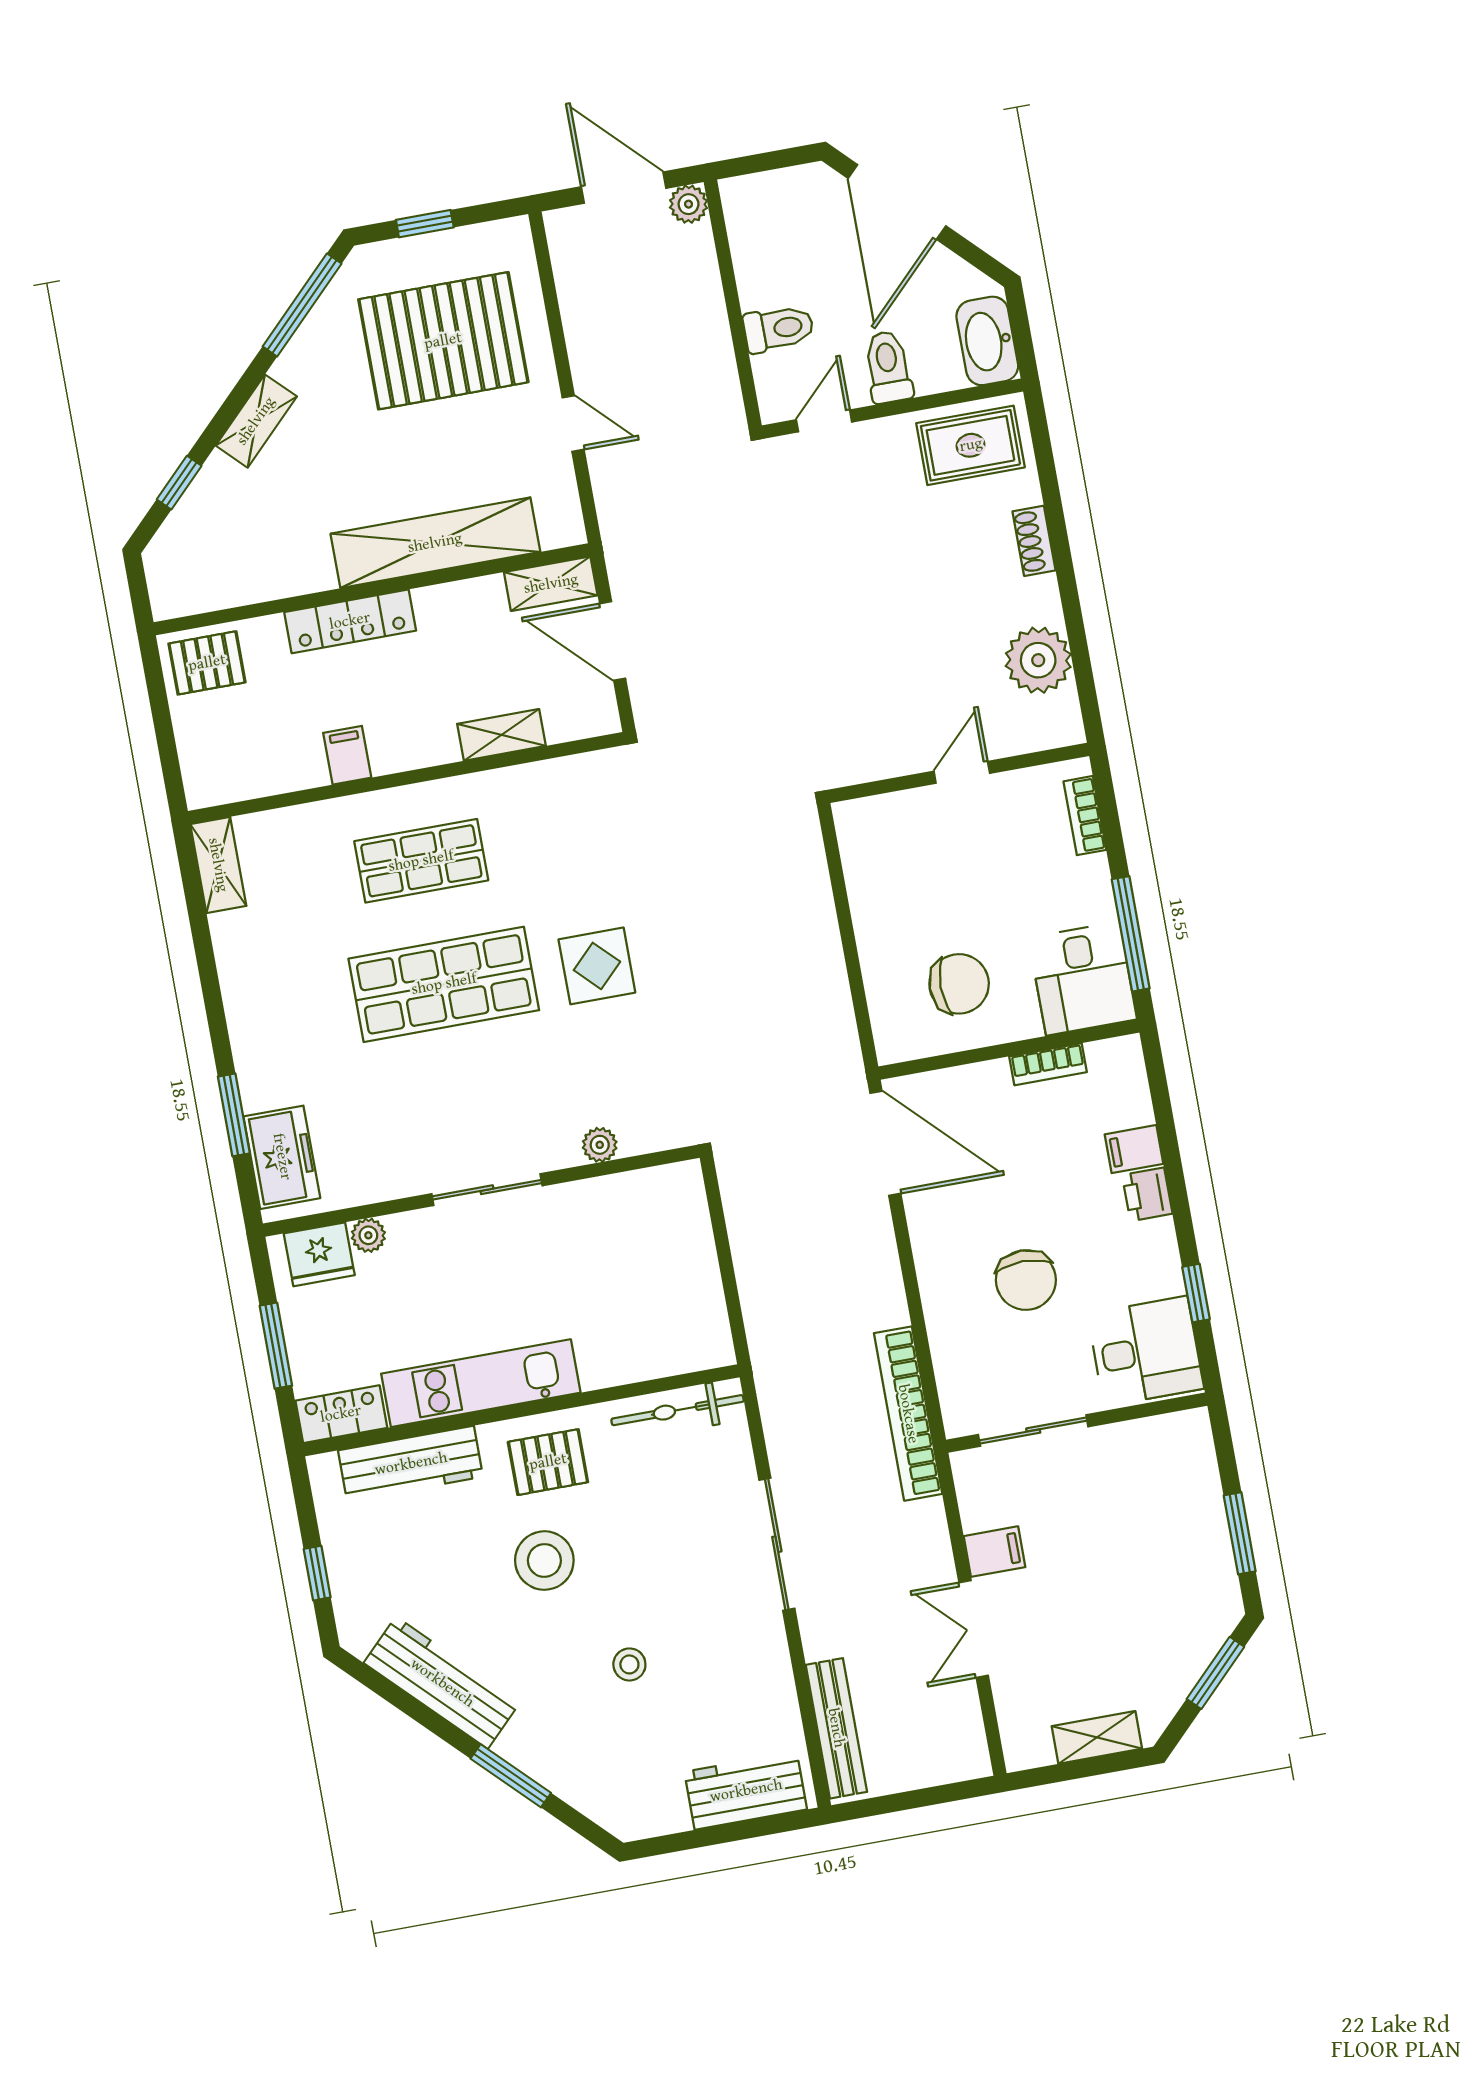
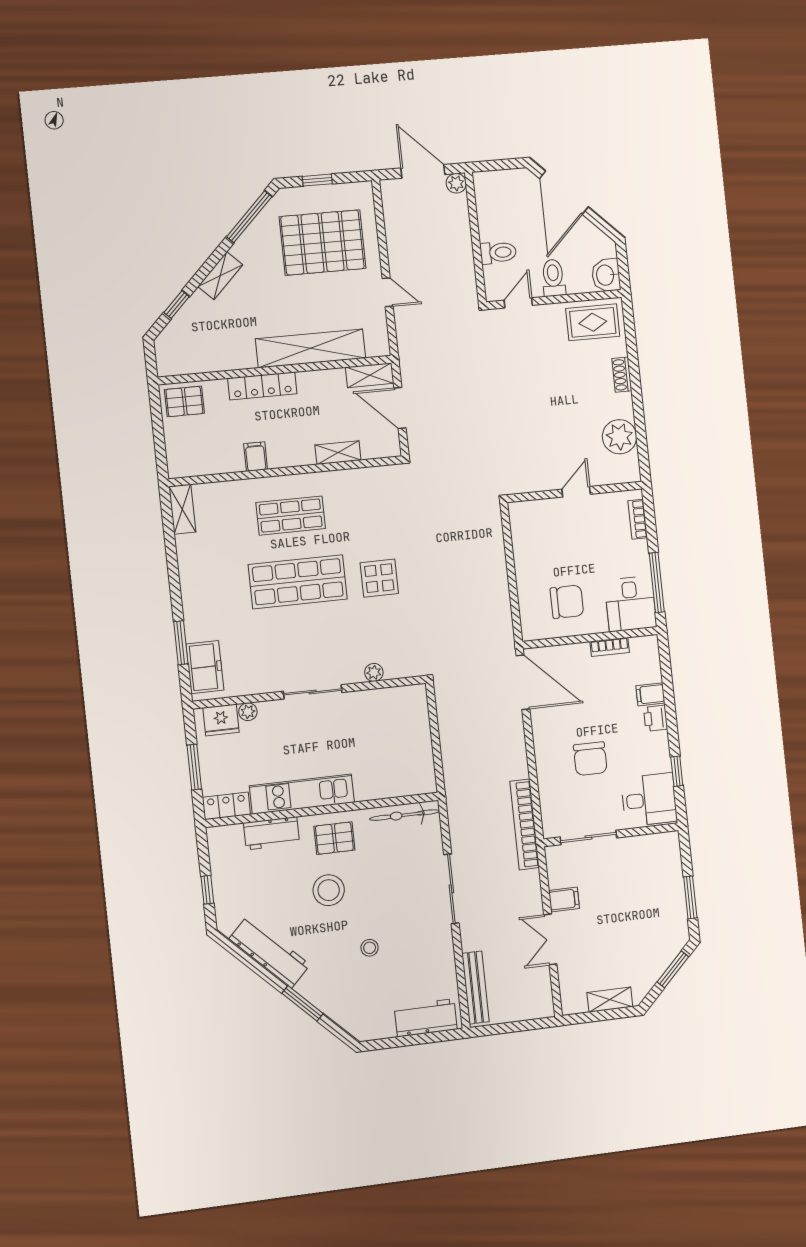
washbasin: (987, 341) -> (606, 275), width x0.72
workbench: (411, 1464) -> (271, 833), width x0.73

